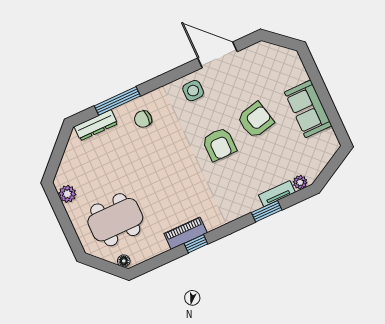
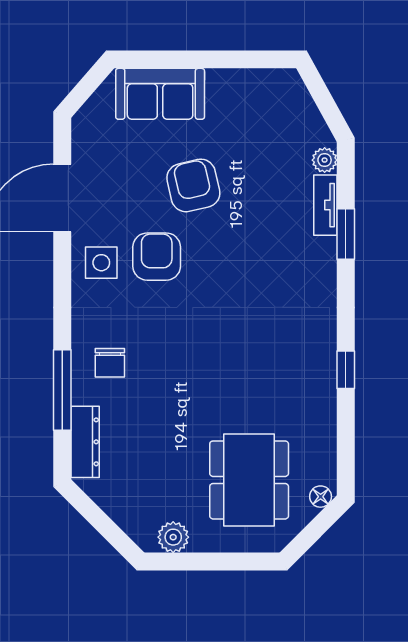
sofa: (308, 109) -> (160, 94), moved
armchair: (219, 144) -> (157, 257), moved, turned -90
piano: (186, 233) -> (322, 378), removed

